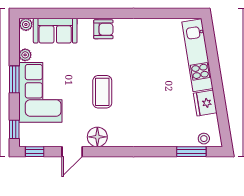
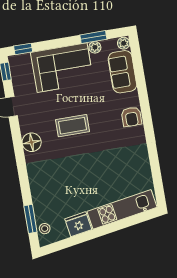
window: (14, 79) -> (93, 37), moved
floor lamp: (97, 137) -> (32, 142), moved

